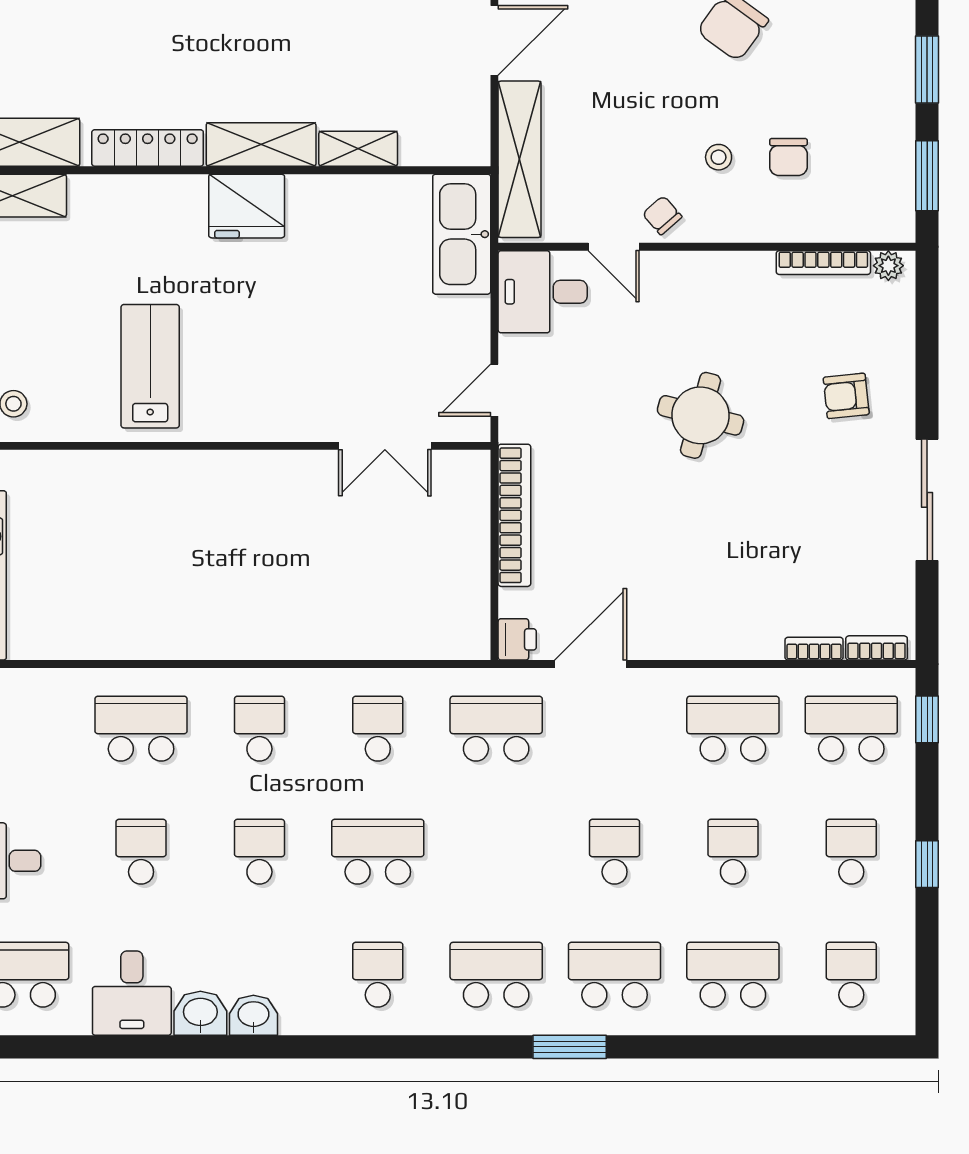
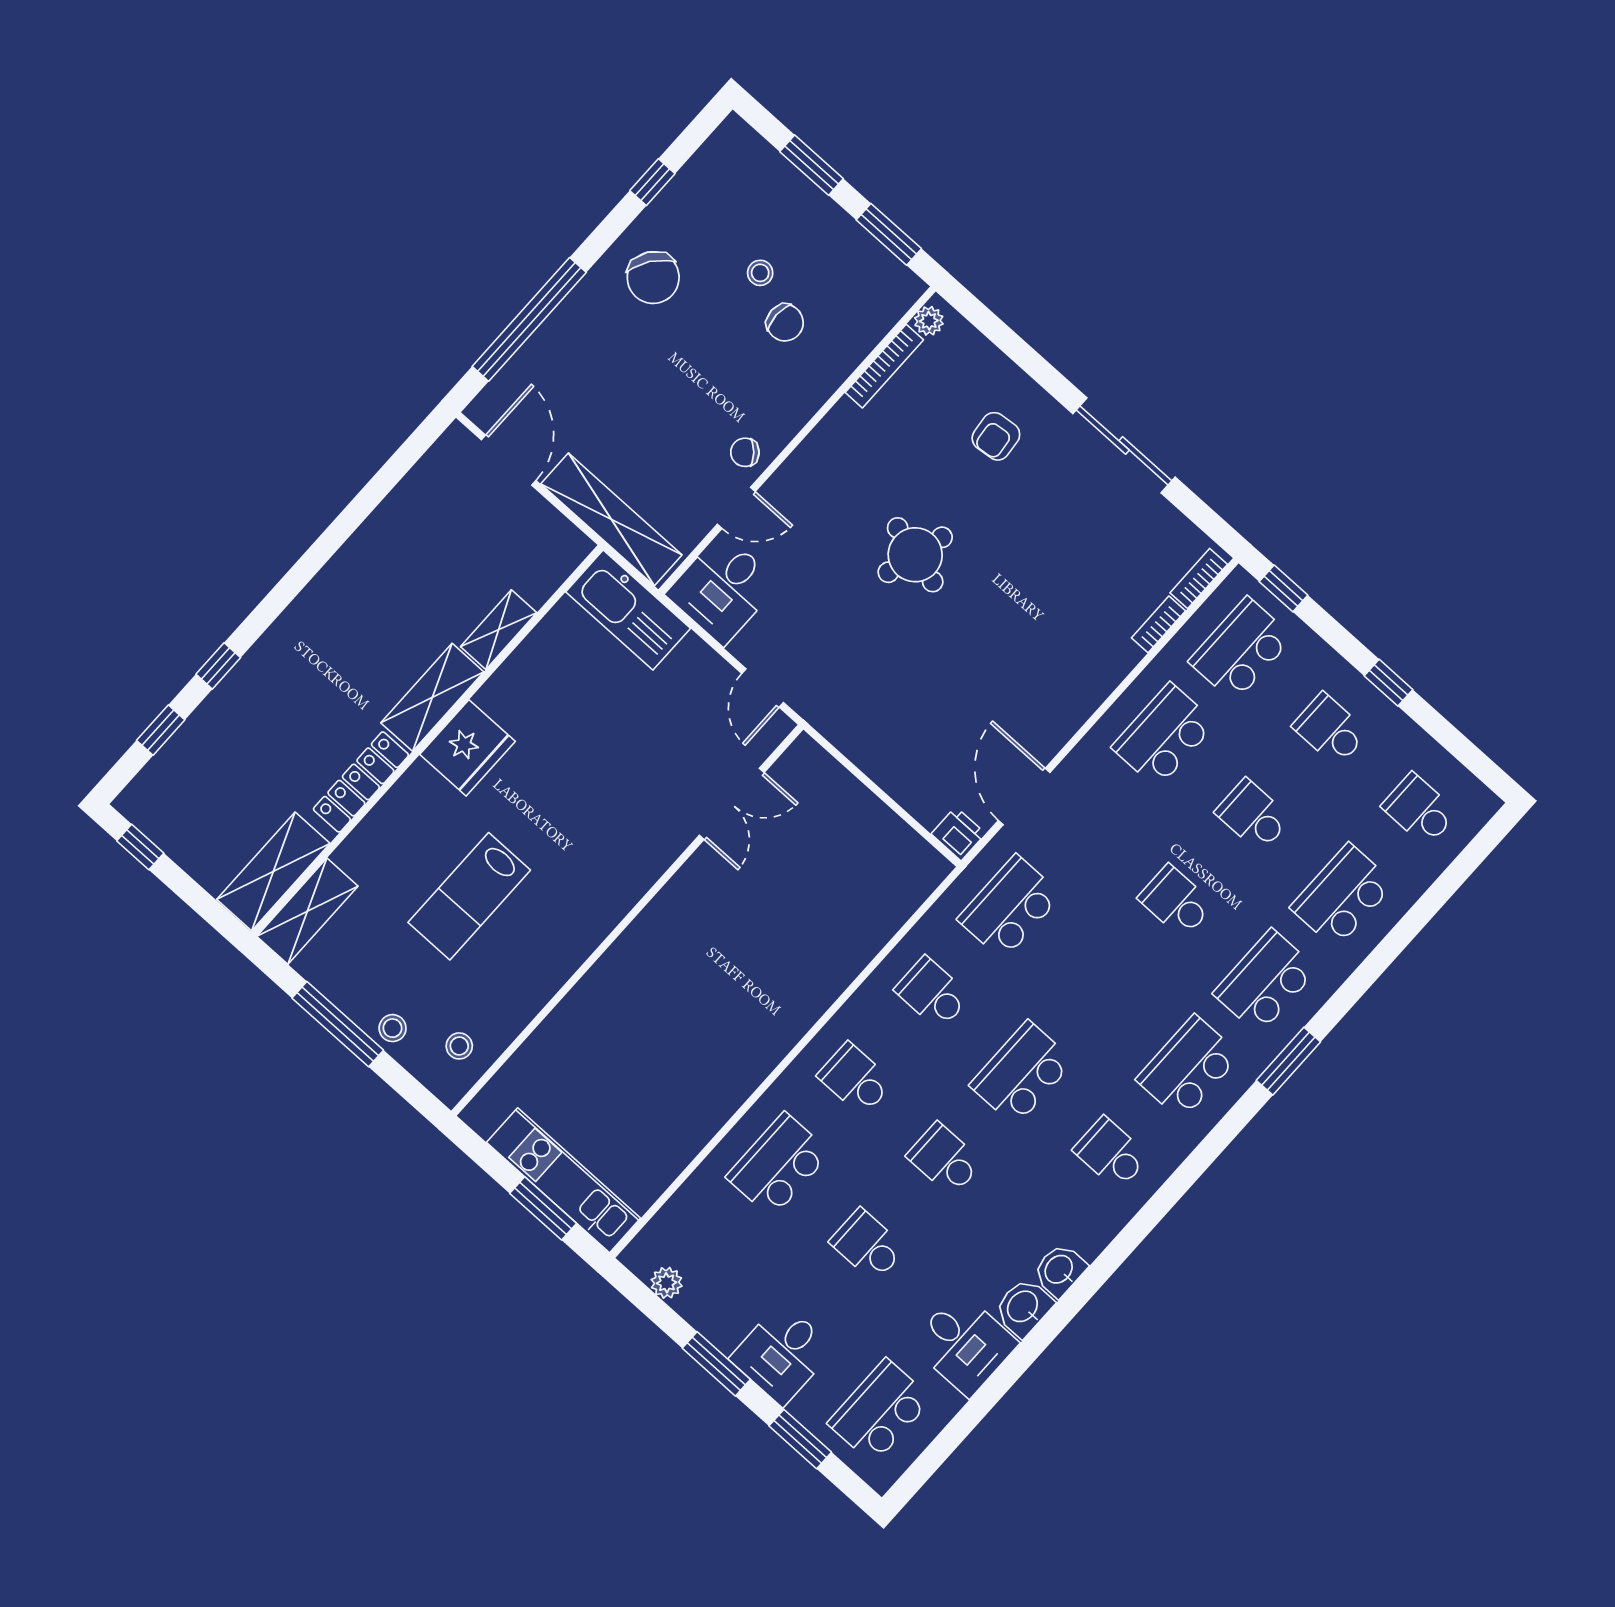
stool: (719, 157) -> (760, 273), moved
lab bench: (150, 366) -> (469, 896), moved, turned -90
bookcase: (514, 515) -> (867, 755), removed

